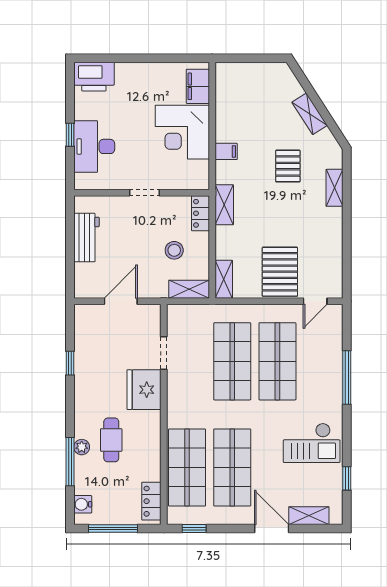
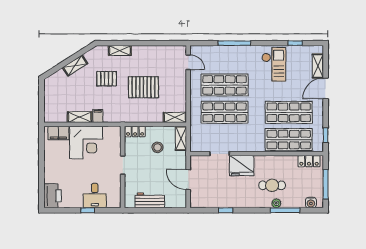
desk: (94, 146) -> (95, 196), width x0.73
shelving: (224, 205) -> (80, 117), moved
pallet: (280, 272) -> (143, 87), moved

